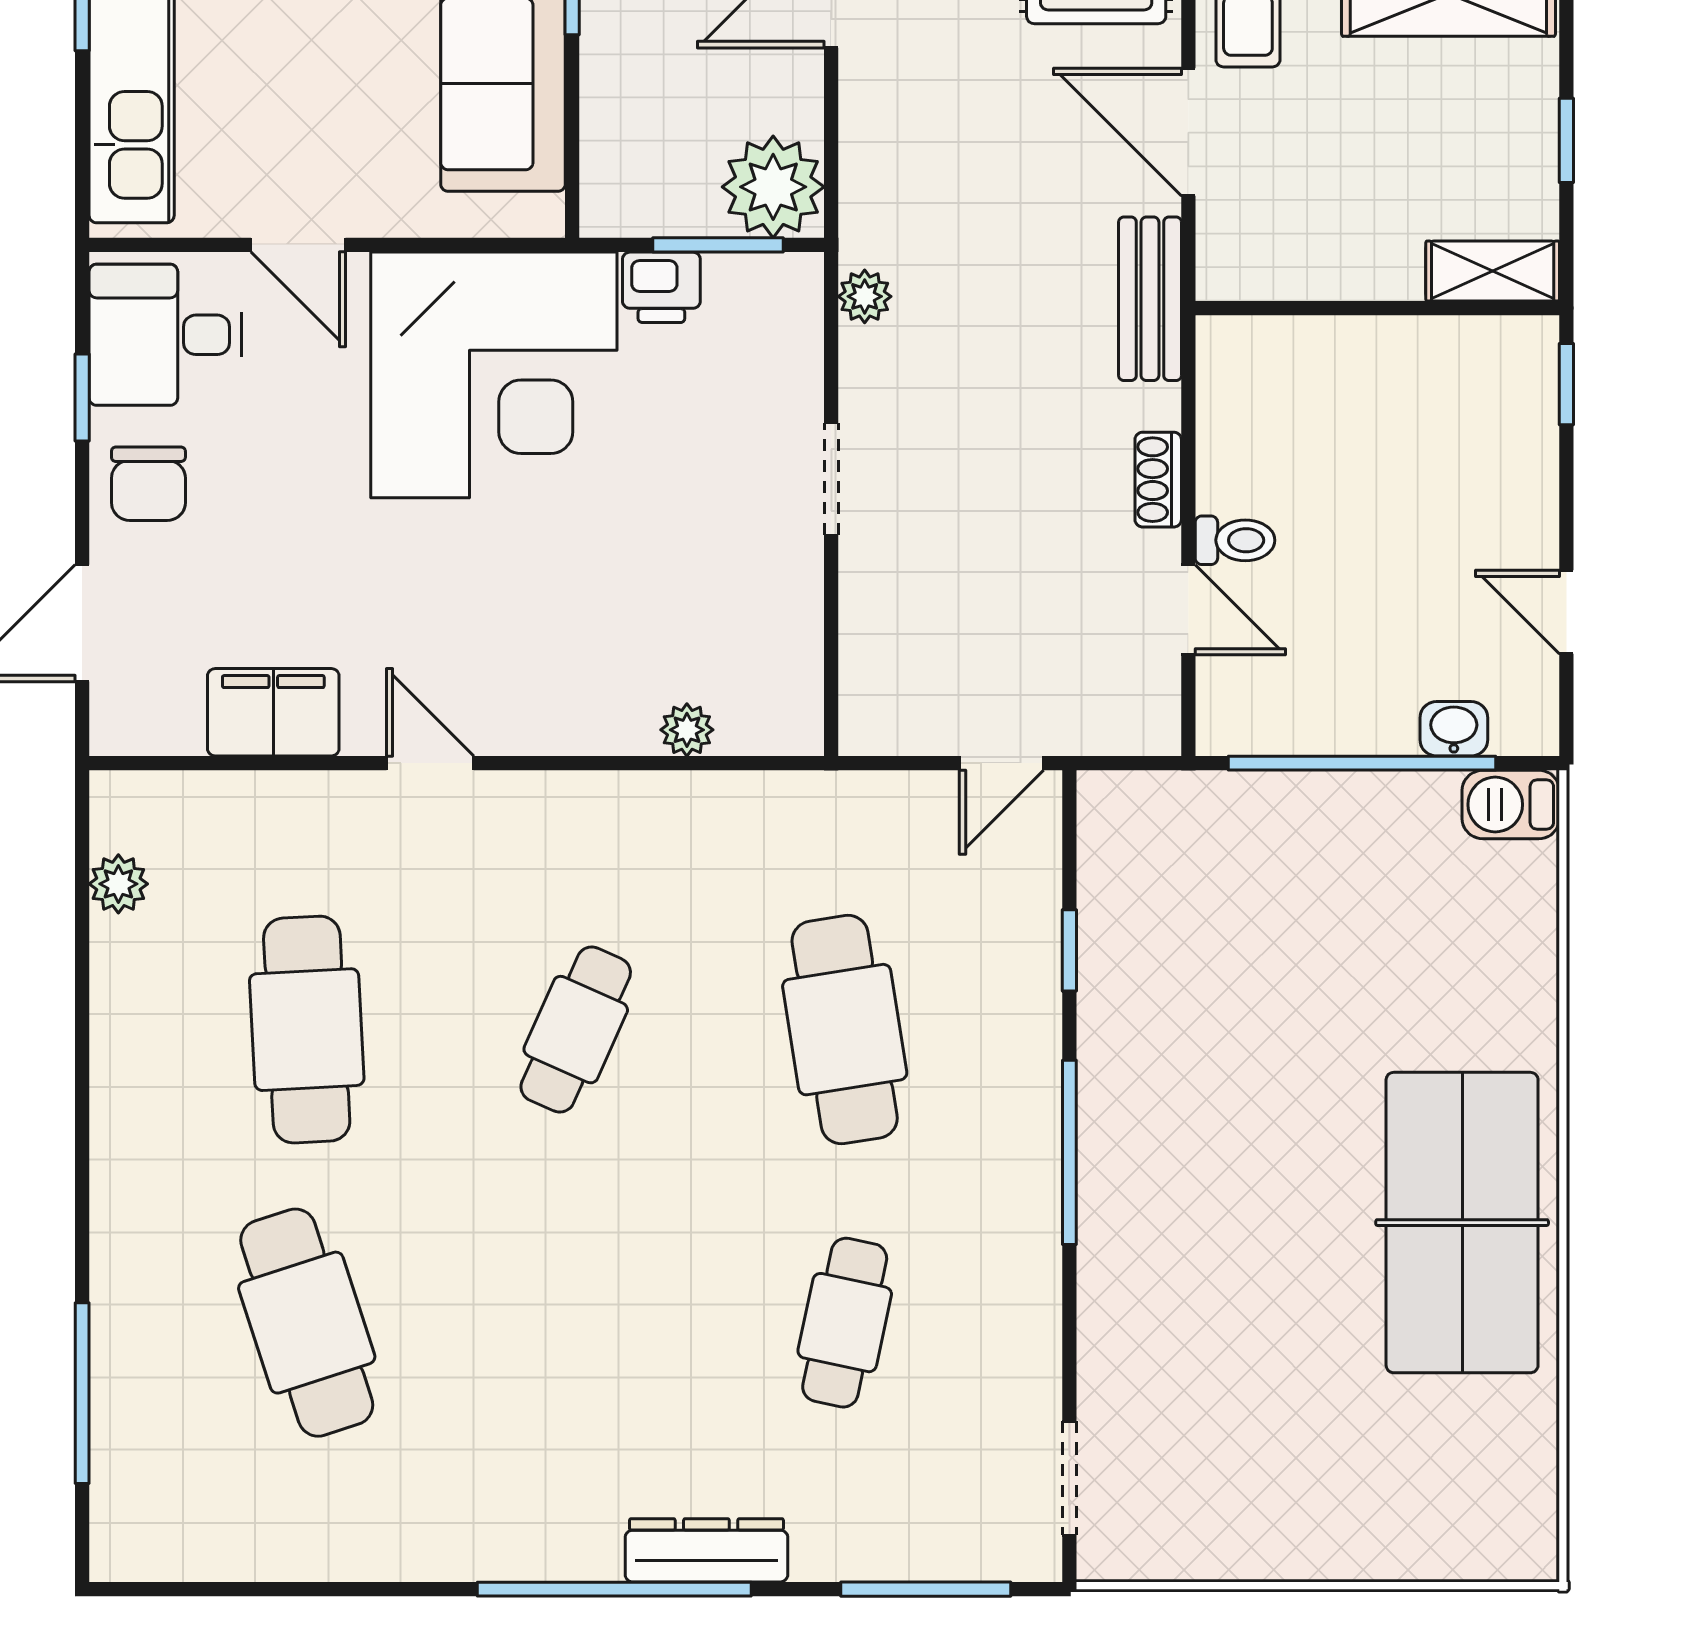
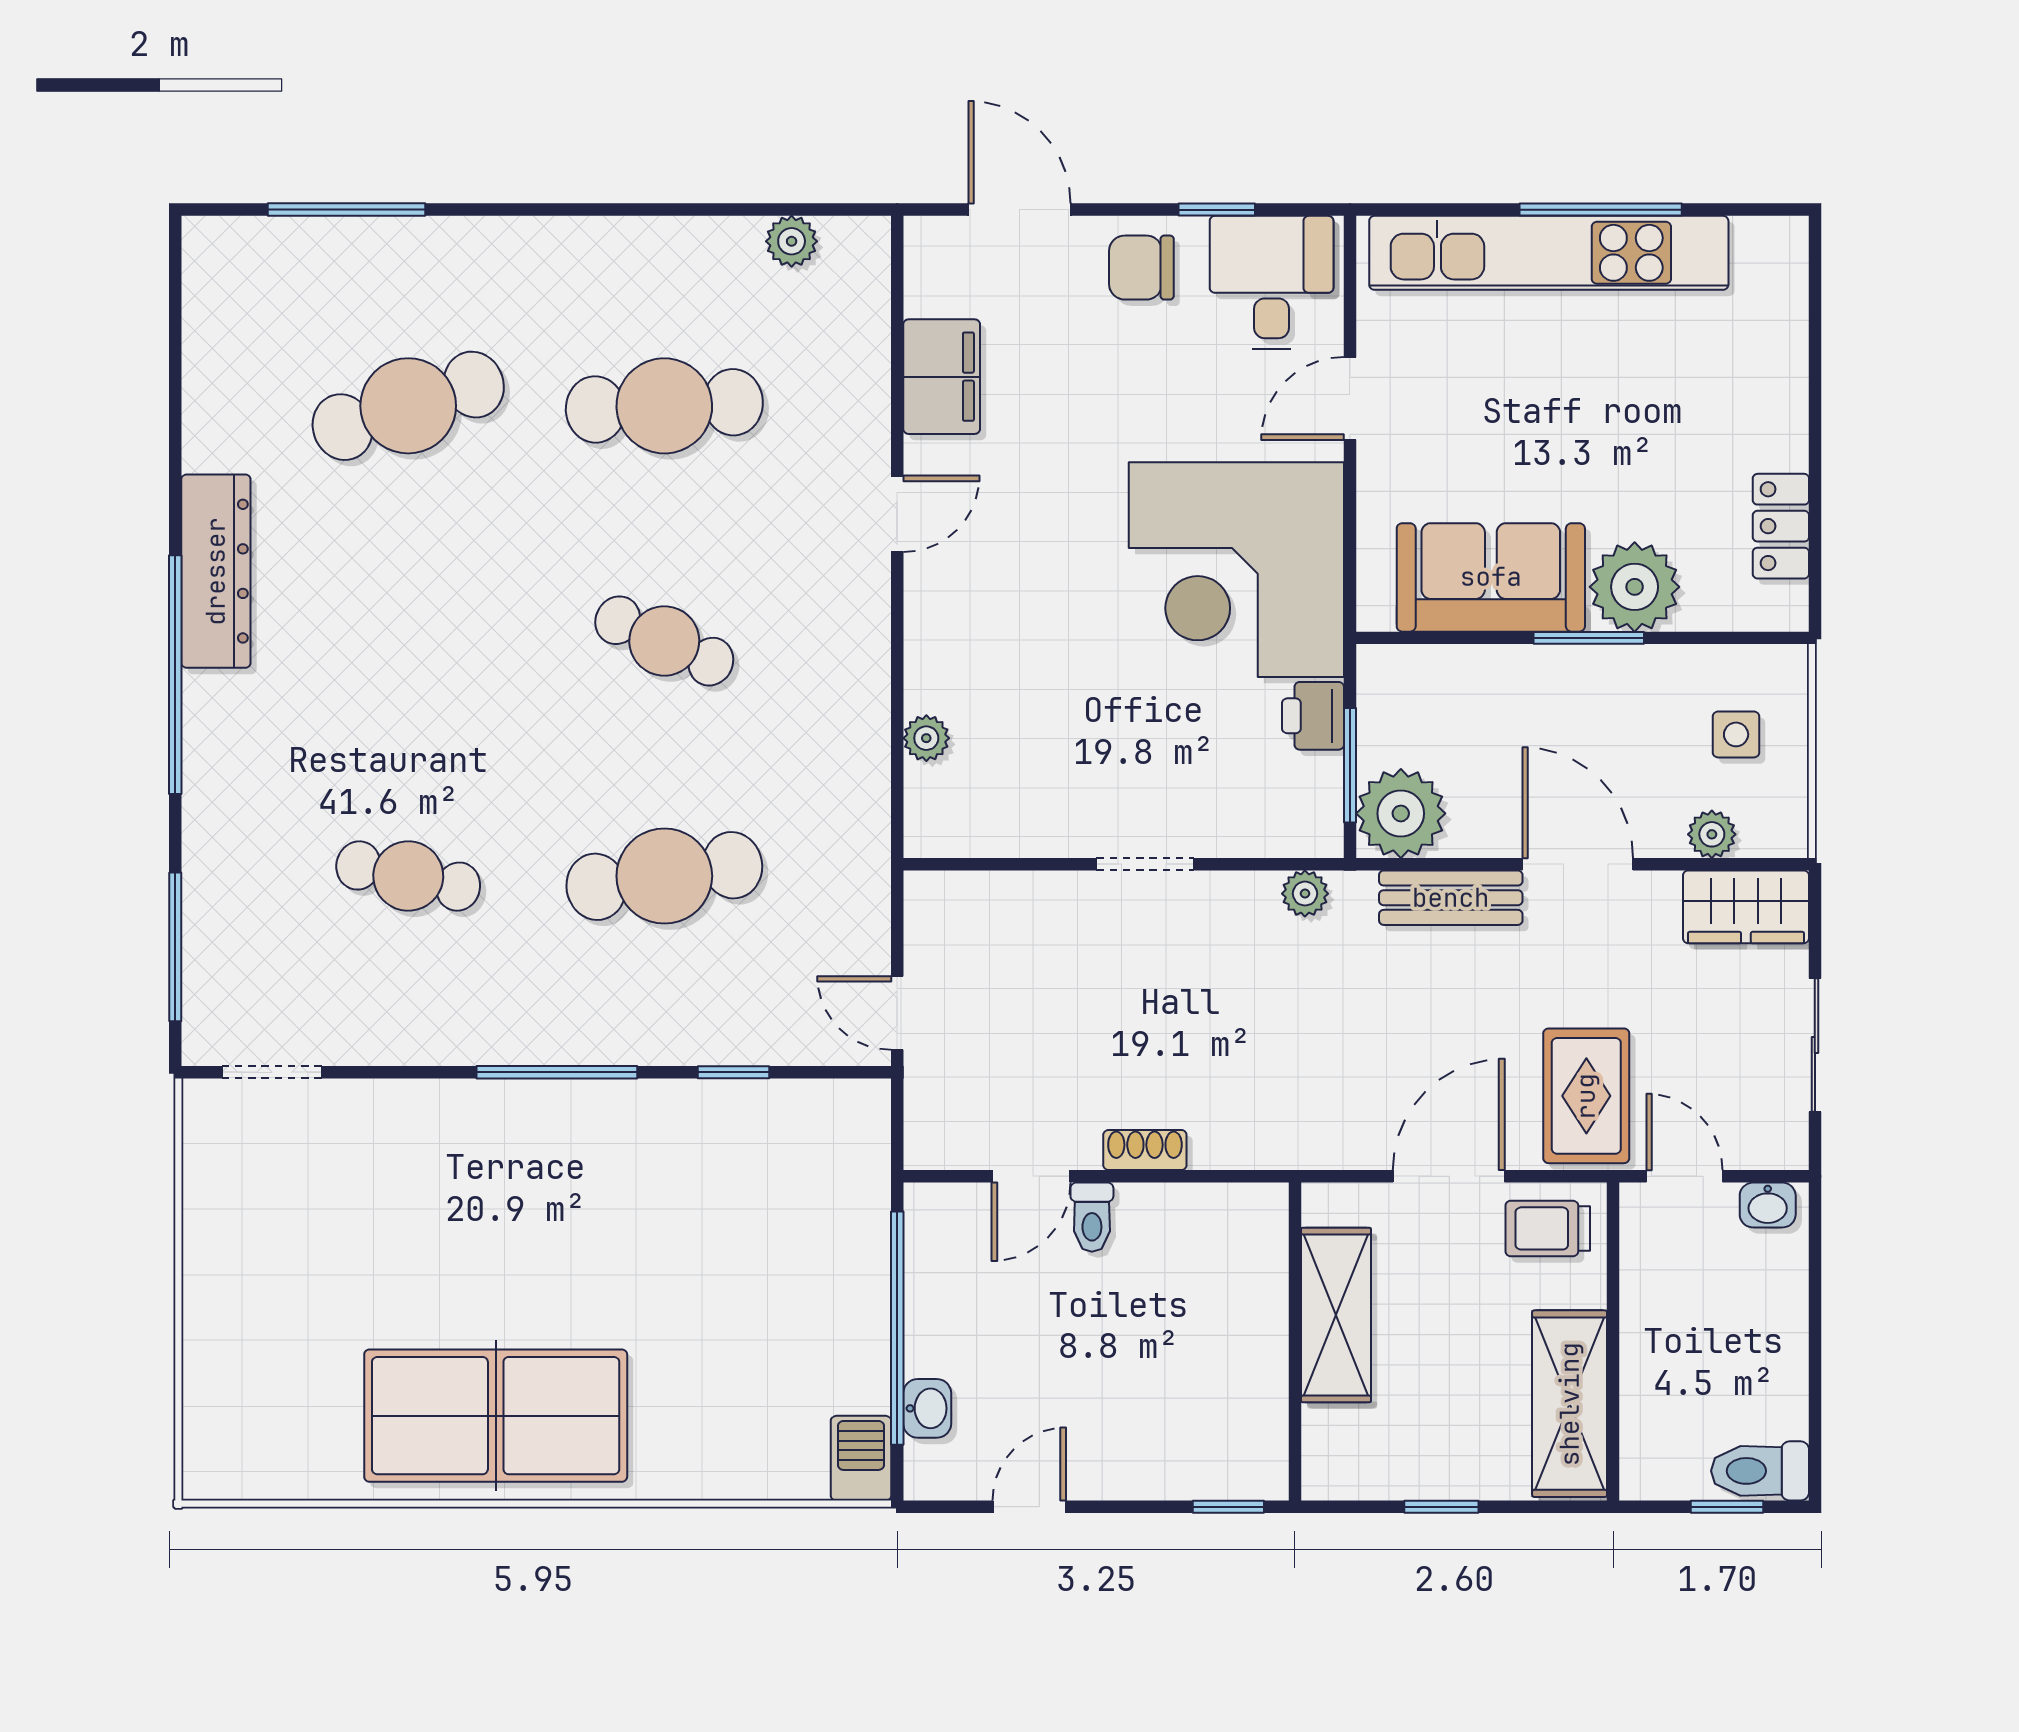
shelving: (1493, 271) -> (1336, 1315), moved, width x1.50, depth x1.33
bench: (1150, 299) -> (1451, 898), moved
dresser: (706, 1550) -> (216, 571), moved, width x1.37, depth x1.24

